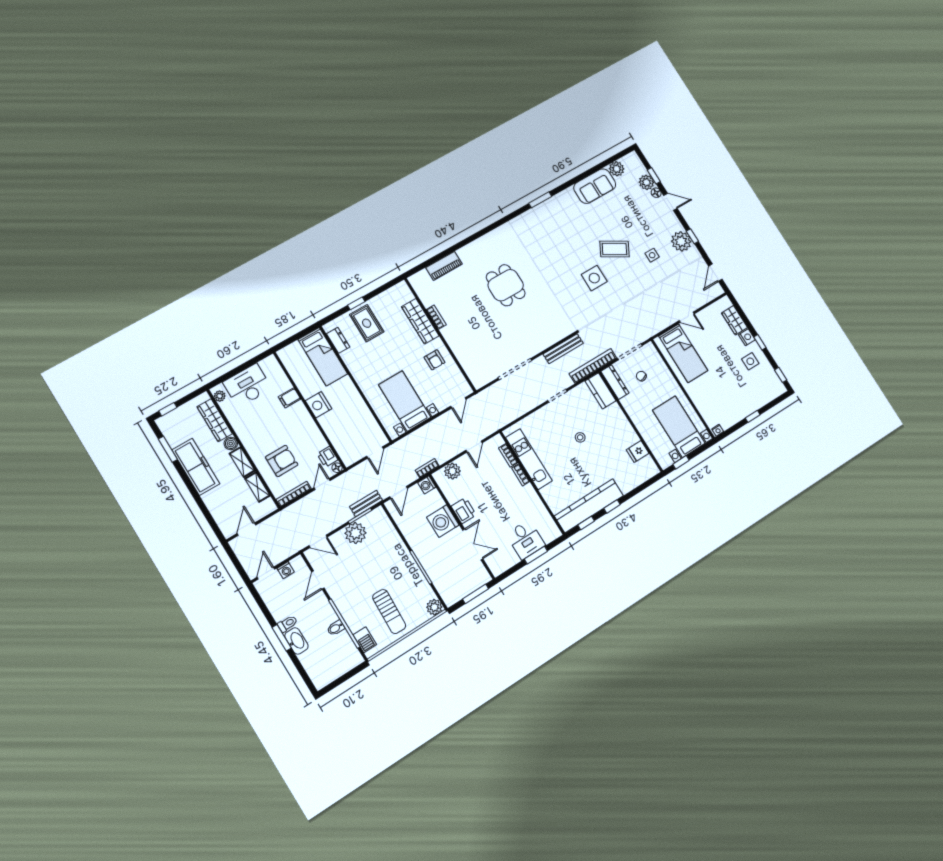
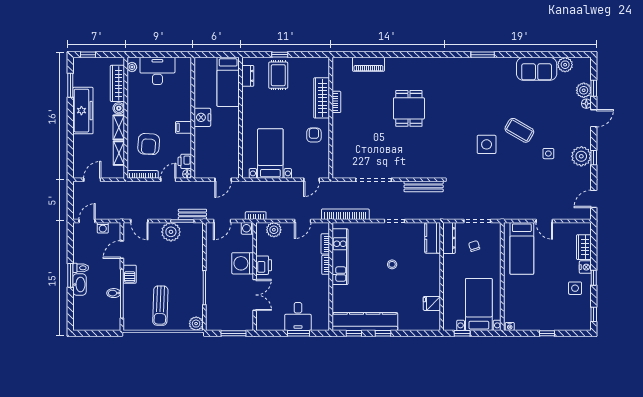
door: (670, 202) -> (594, 118), hinge flipped
armchair: (435, 360) -> (314, 135), turned 180
bookcase: (593, 366) -> (345, 214), moved
filing cabinet: (290, 398) -> (184, 127), moved
armchair: (282, 461) -> (149, 144), turned 94
barbecue: (365, 640) -> (130, 274), moved

